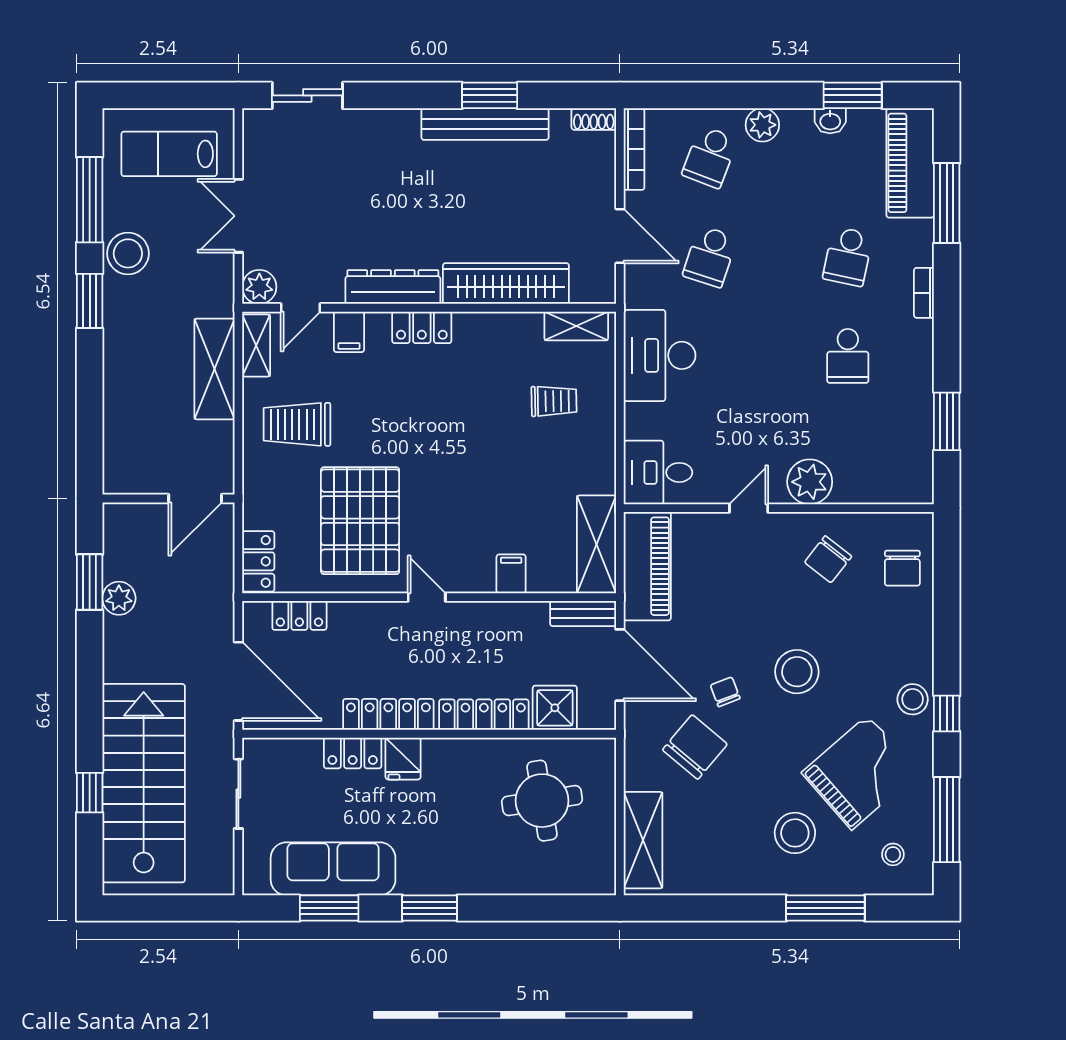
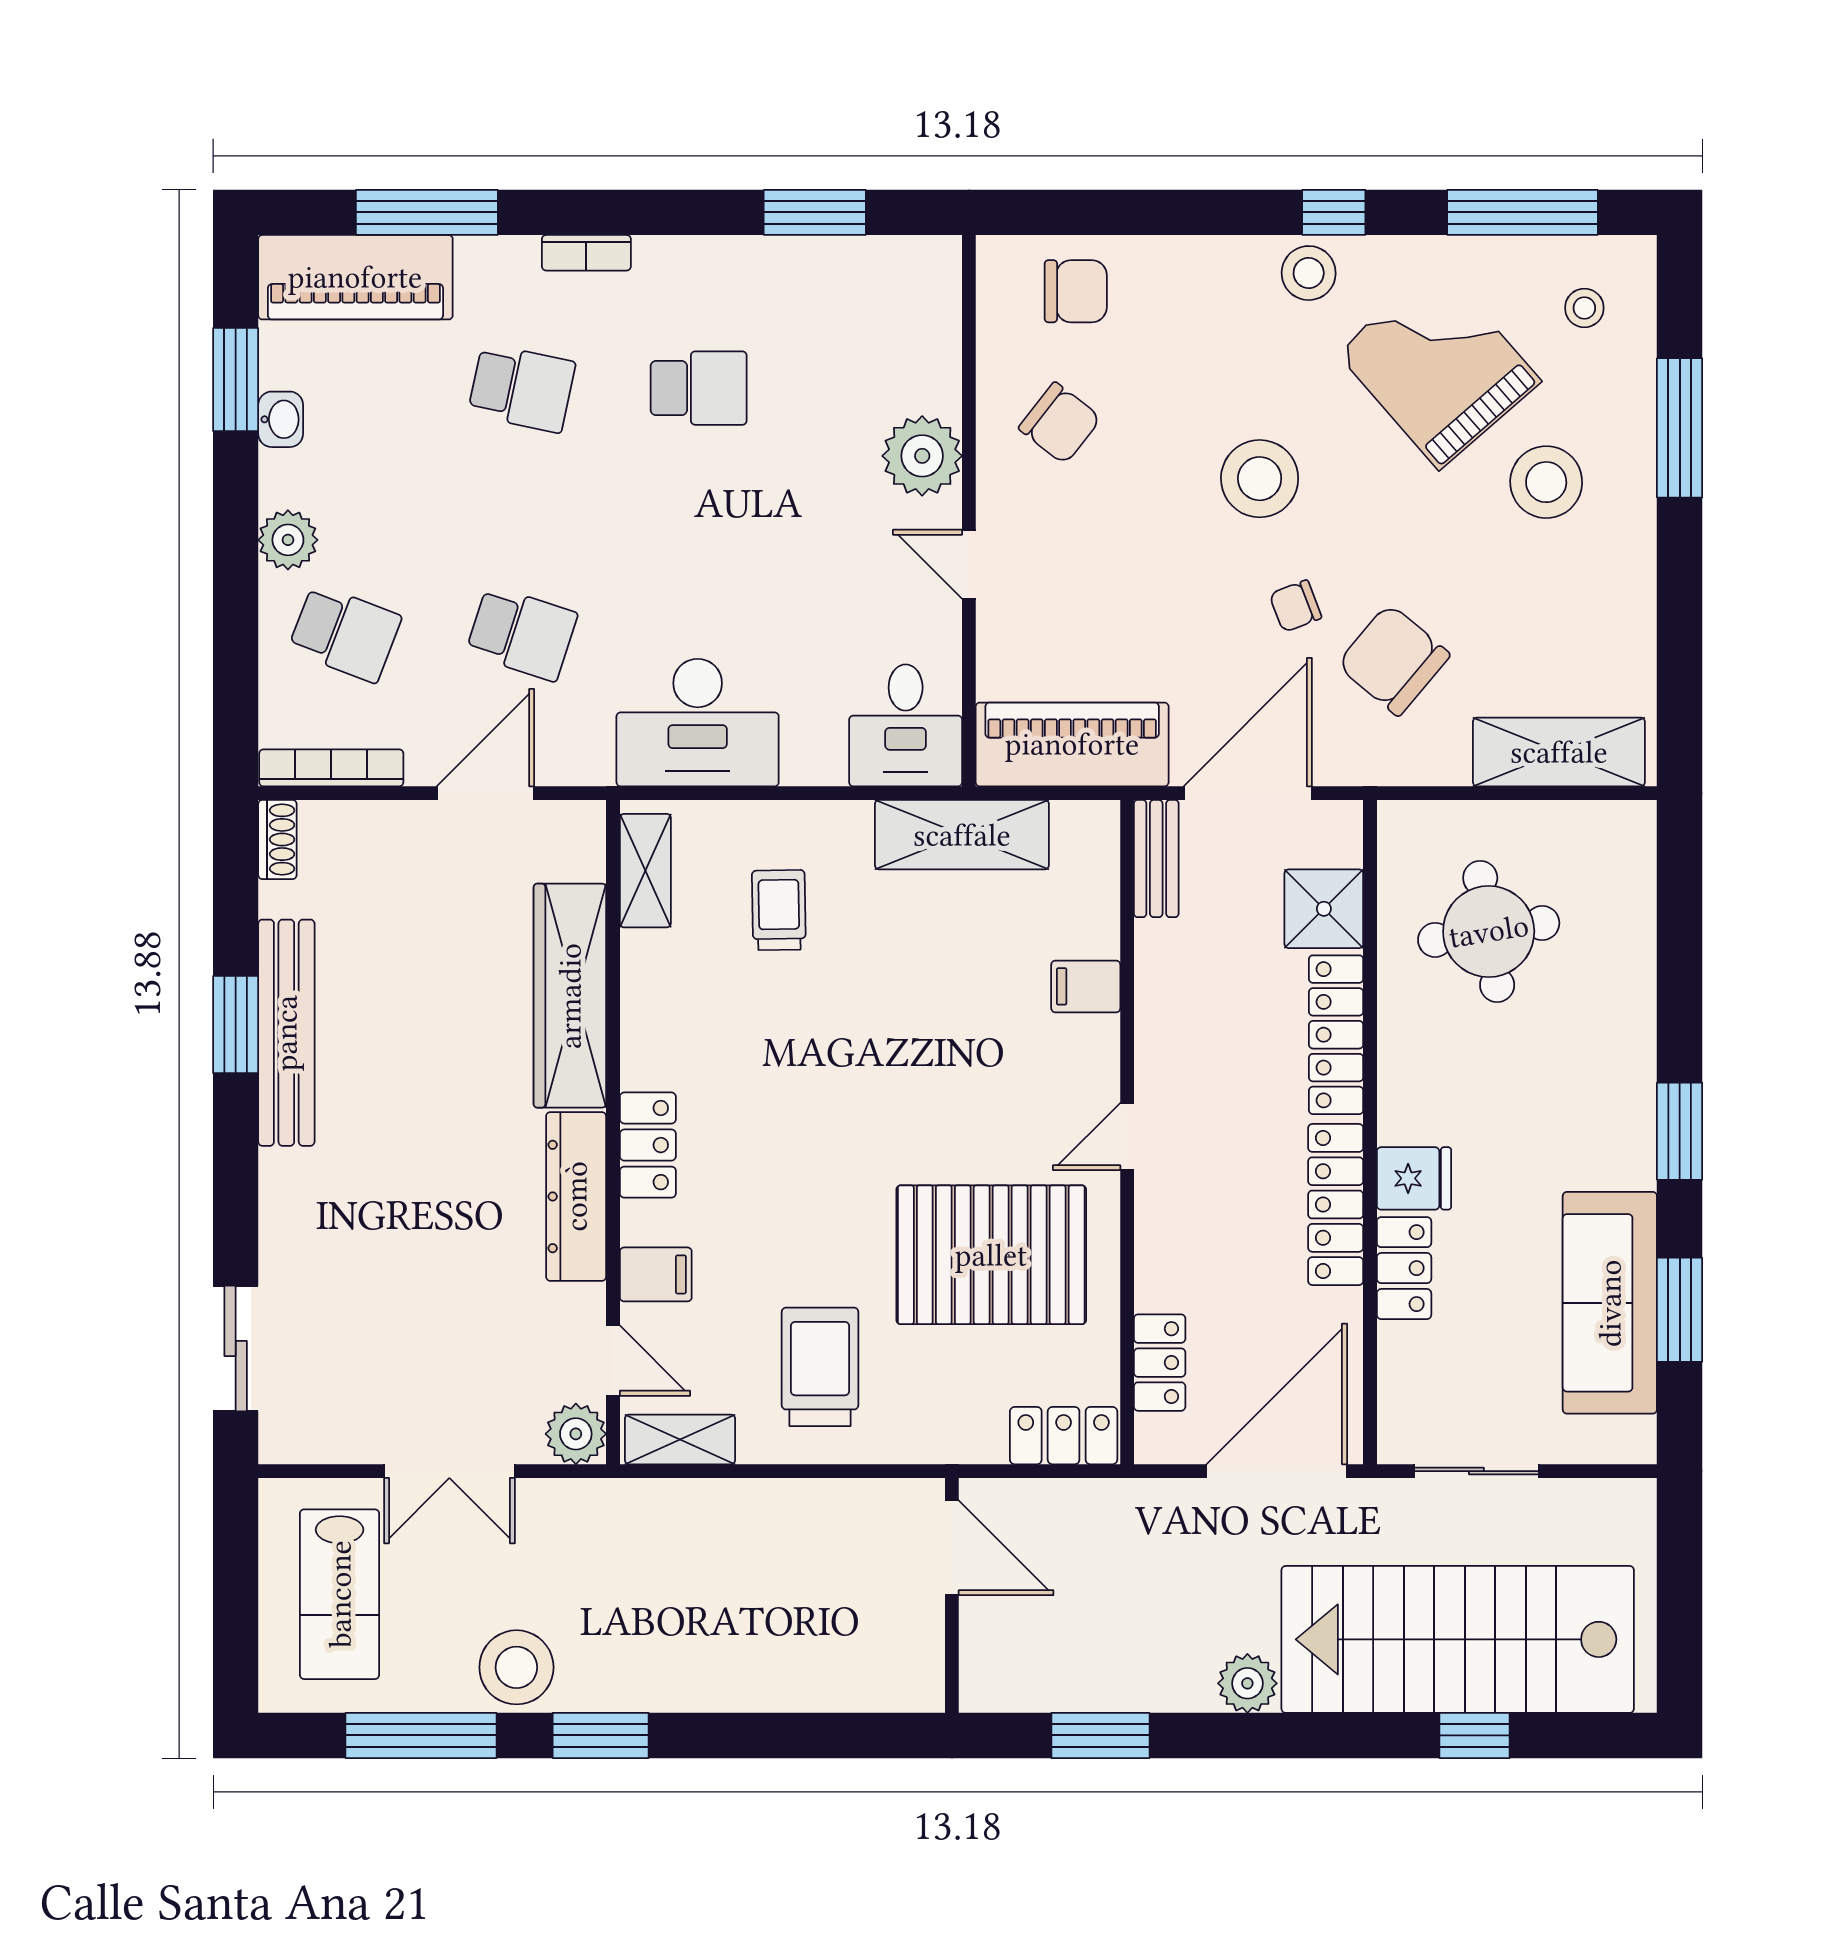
shelving: (214, 369) -> (722, 1514), removed
trolley: (297, 424) -> (820, 1367), turned 180
shelving: (596, 544) -> (962, 835), moved
plant: (119, 598) -> (1247, 1683), moved

